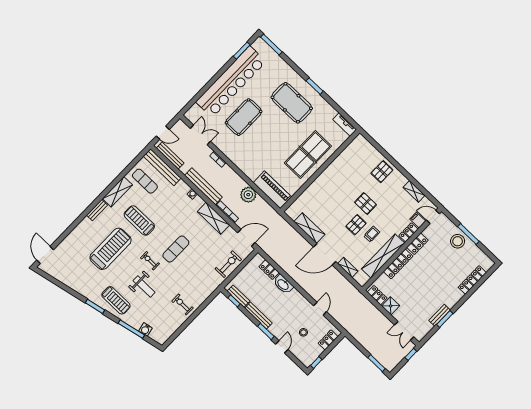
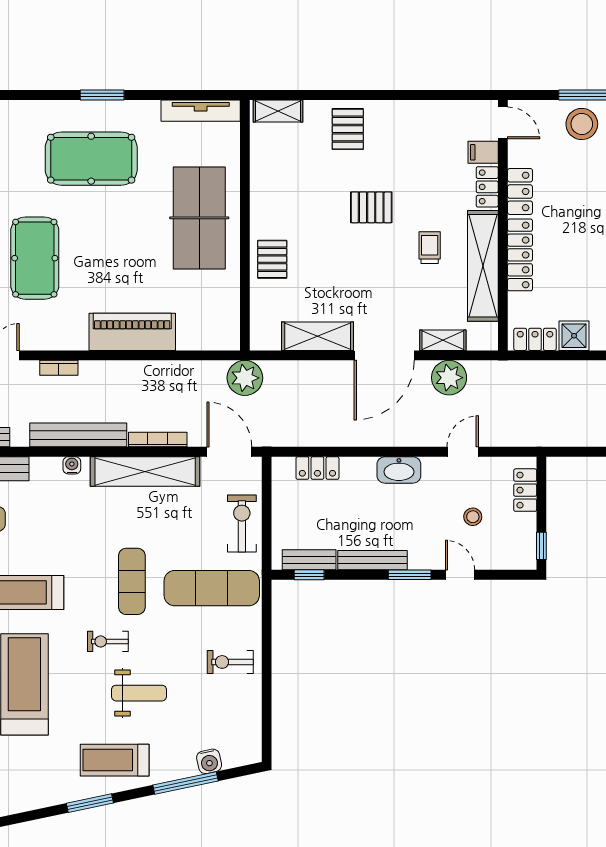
tv unit: (345, 124) -> (201, 111), width x1.41
piano: (272, 190) -> (132, 332), moved
shelving: (414, 191) -> (278, 111), moved
plant: (248, 195) -> (245, 378), moved
door: (433, 217) -> (503, 123), swing flipped
shelving: (213, 218) -> (145, 472), width x1.47
pallet: (356, 225) -> (272, 259), moved
door: (246, 238) -> (229, 452), hinge flipped
exercise mat: (199, 275) -> (212, 588), added
plant: (338, 281) -> (449, 378), added
washbasin: (283, 284) -> (399, 470), moved
treadmill: (116, 300) -> (115, 760), turned 180
door: (320, 309) -> (463, 452), hinge flipped

